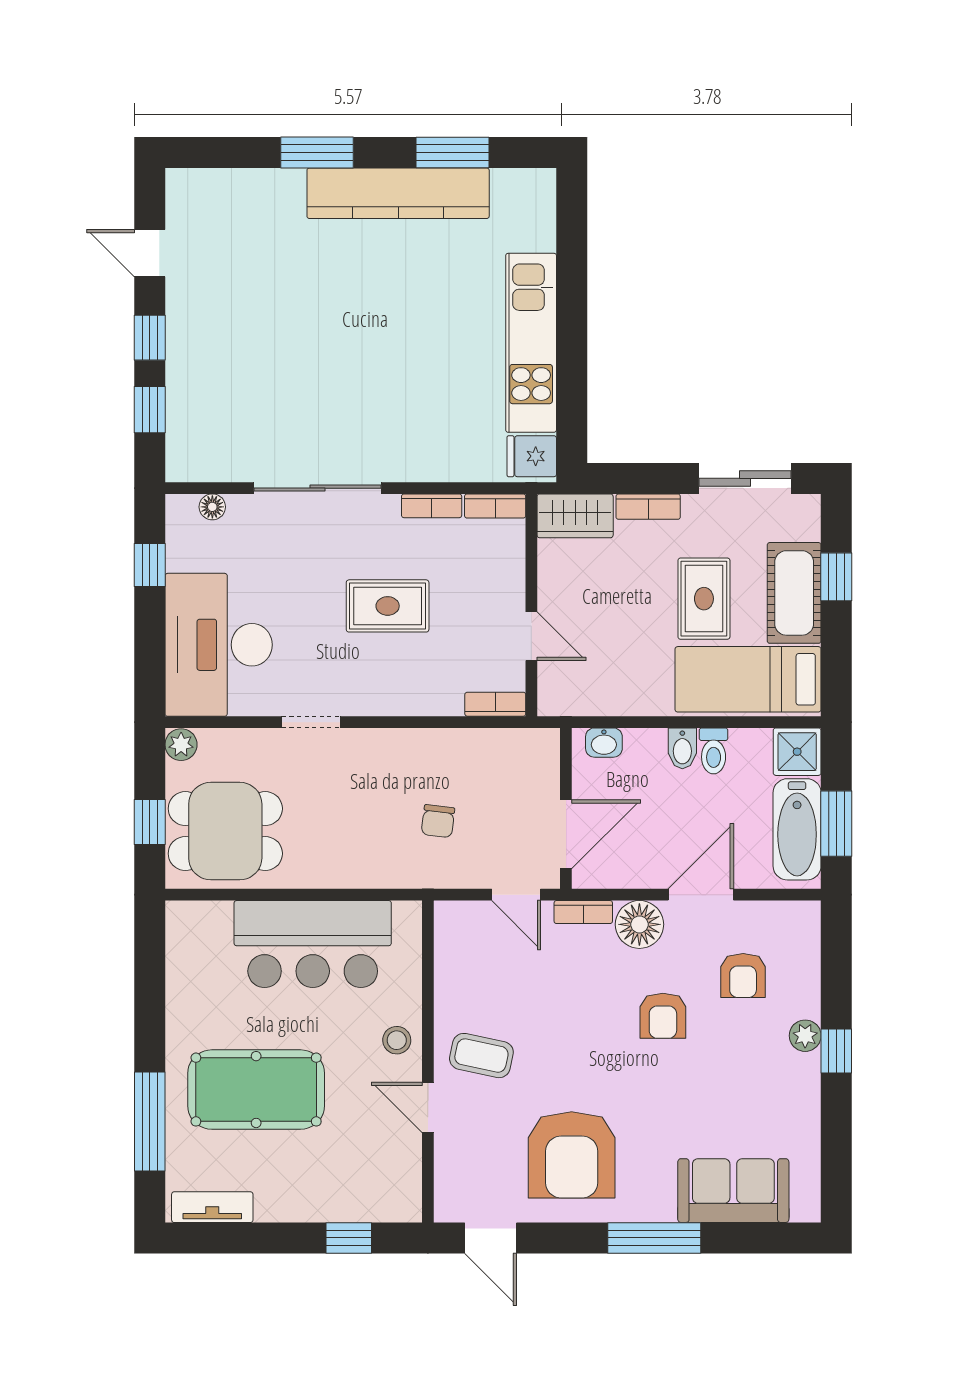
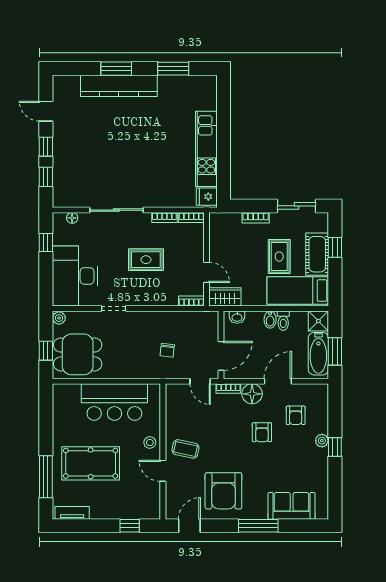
kitchen counter: (398, 193) -> (119, 86), moved
wardrobe: (575, 516) -> (225, 297), moved, turned 180
door: (491, 1238) -> (189, 526), swing flipped

